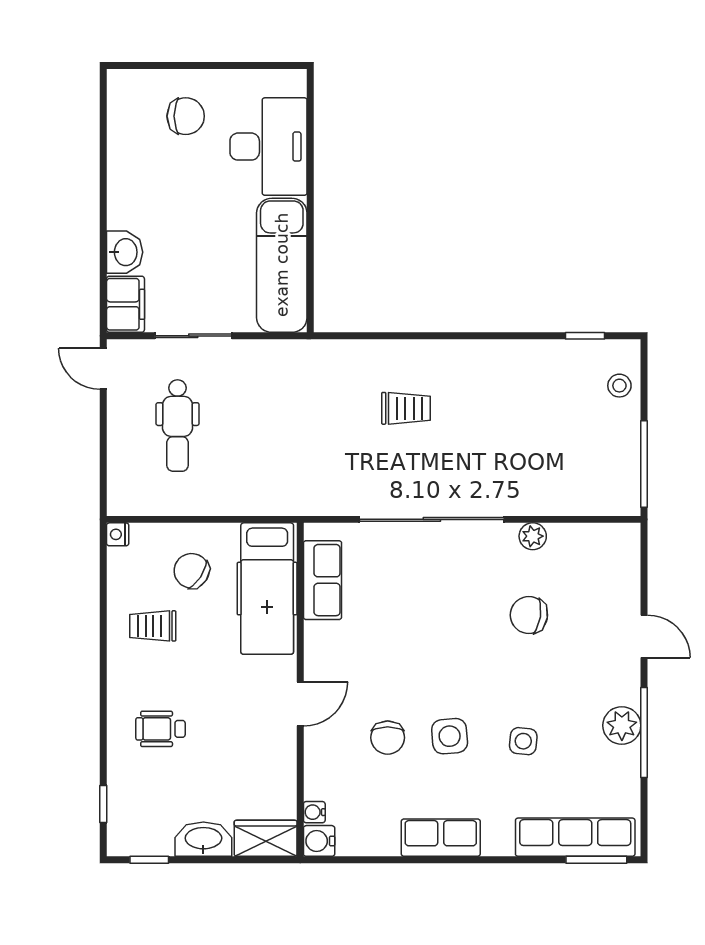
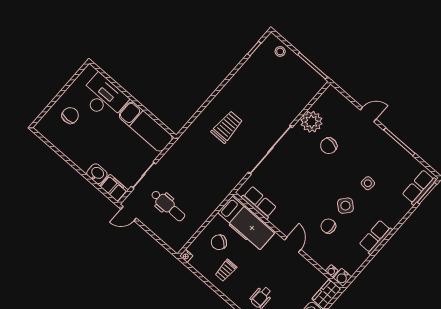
trolley: (406, 408) -> (227, 127), width x1.36, depth x1.39
plant: (533, 536) -> (311, 122), width x1.87, depth x1.87
plant: (622, 725) -> (391, 147), removed
side table: (450, 736) -> (345, 206), turned 45
chair: (388, 738) -> (328, 226), turned 180
row of seats: (575, 837) -> (419, 187), width x0.68

